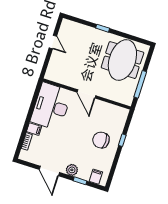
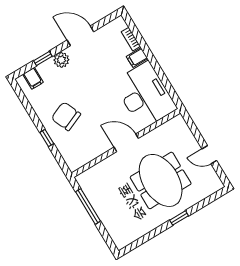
meeting table: (122, 60) -> (161, 180), moved
chair: (101, 140) -> (66, 116), turned -113

